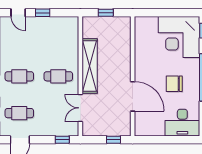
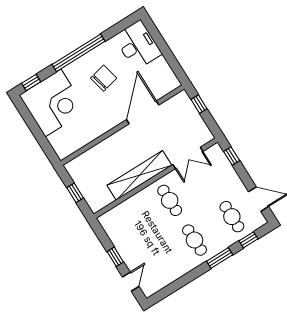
chair: (174, 84) -> (104, 78), turned -103

